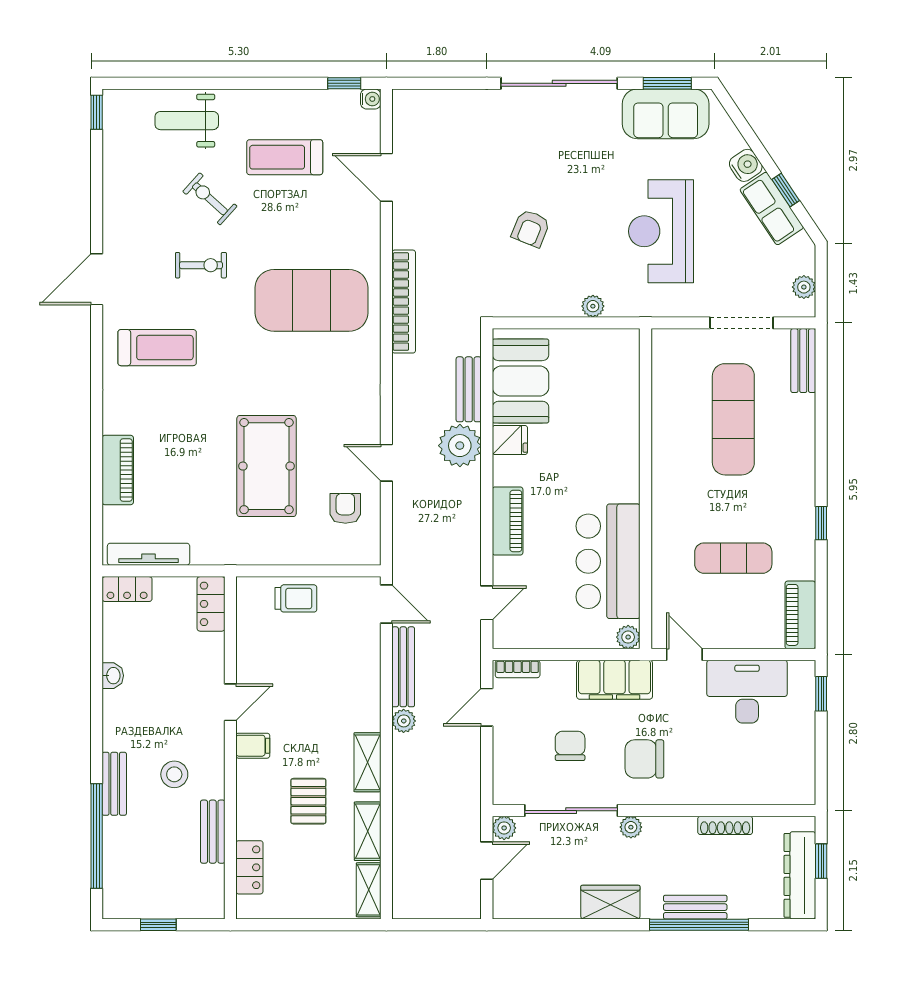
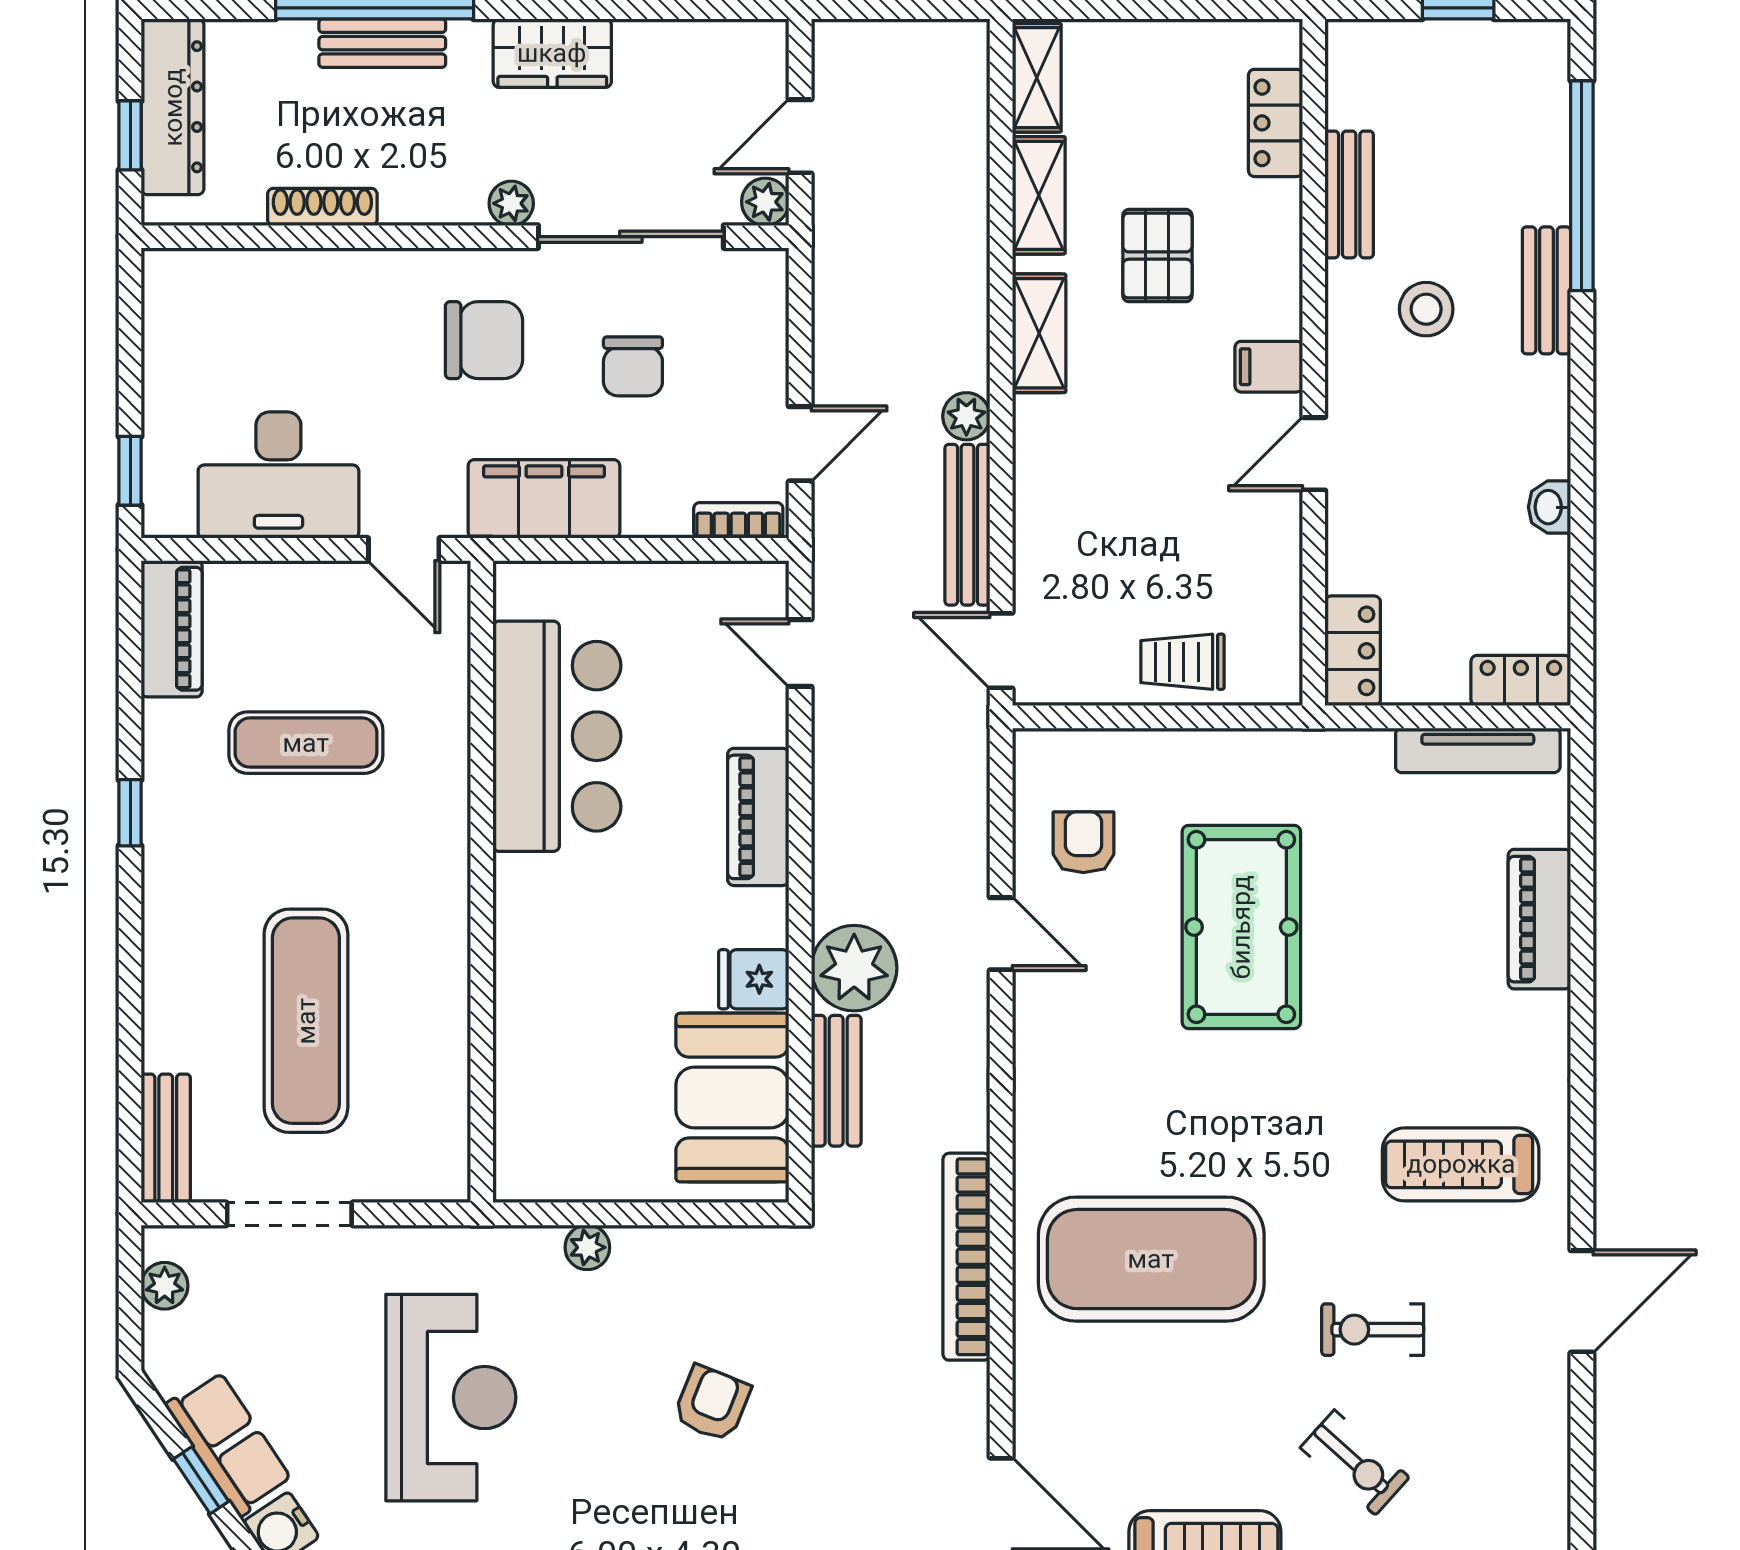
armchair: (345, 508) -> (1083, 842), turned 180
door: (487, 603) -> (800, 653), hinge flipped
plant: (628, 637) -> (517, 584), removed

